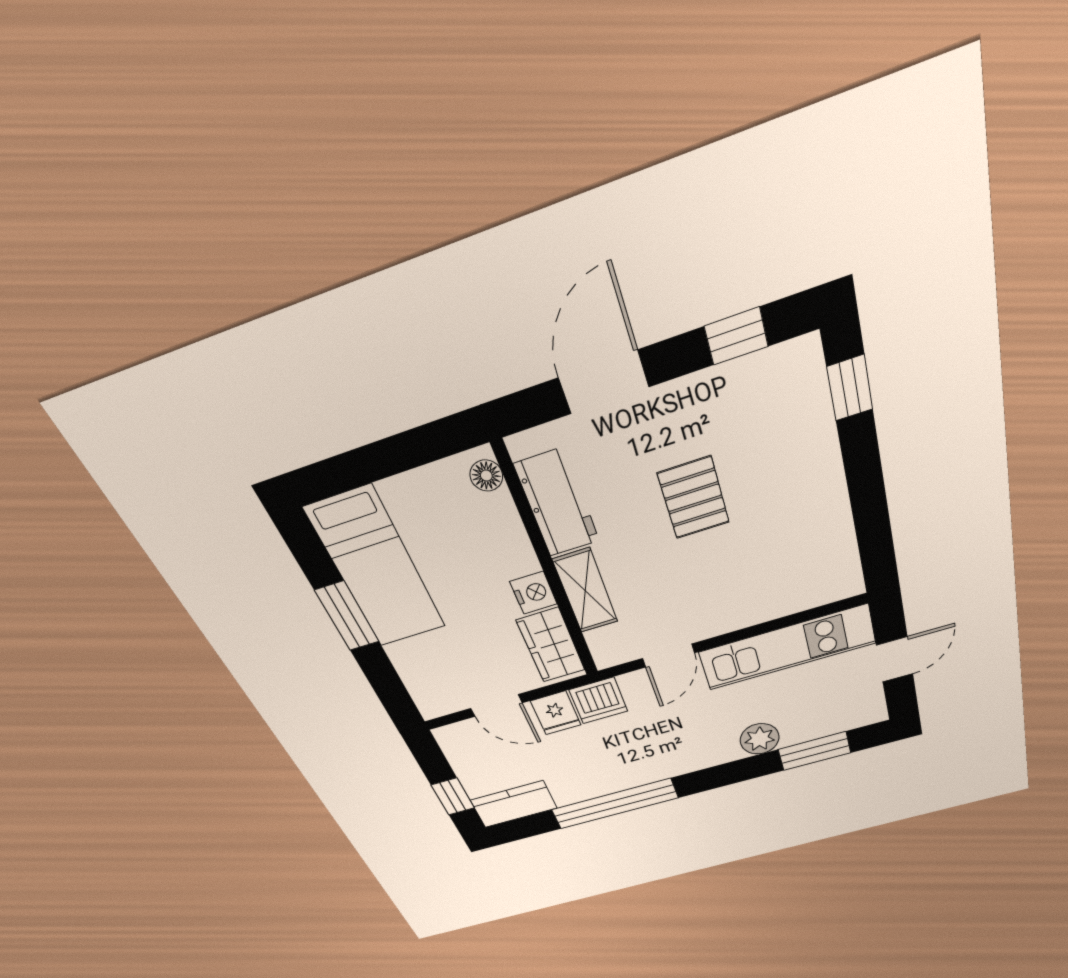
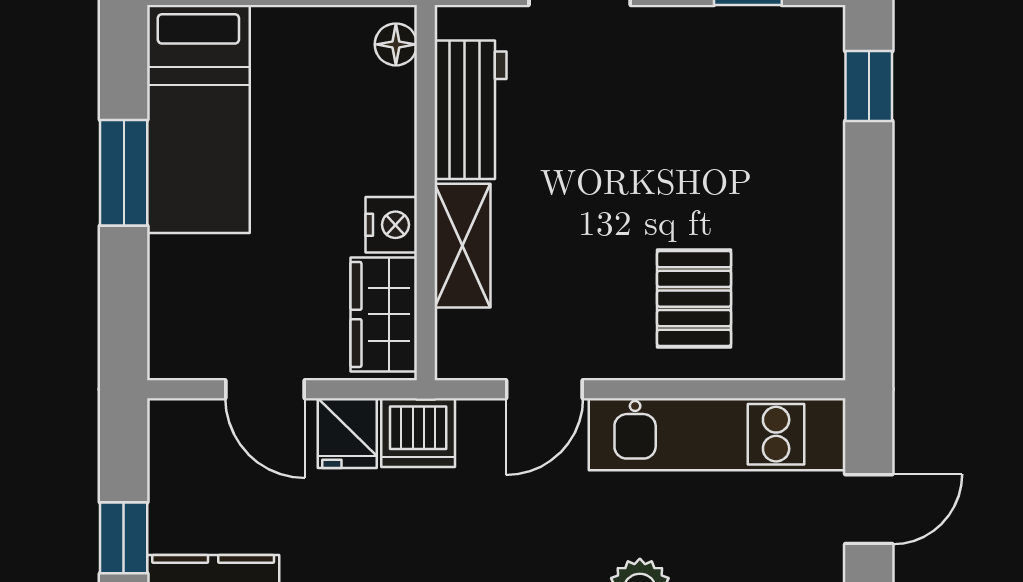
pallet: (693, 498) -> (694, 299), moved

